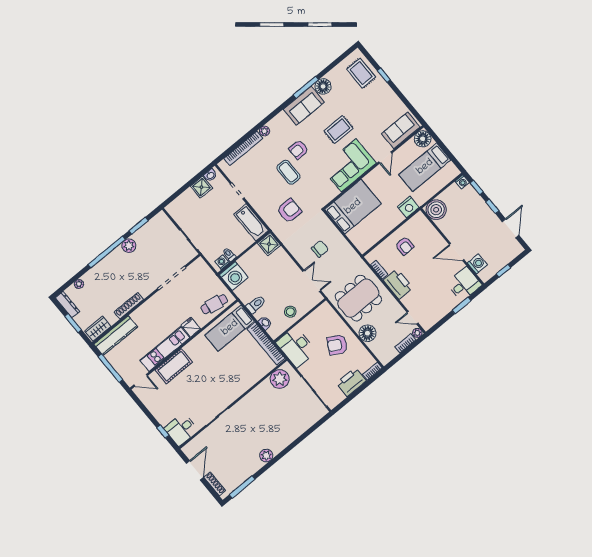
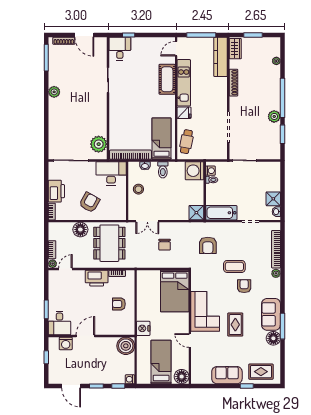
sofa: (401, 130) -> (227, 375), moved, turned -90
dresser: (68, 305) -> (269, 42), removed

